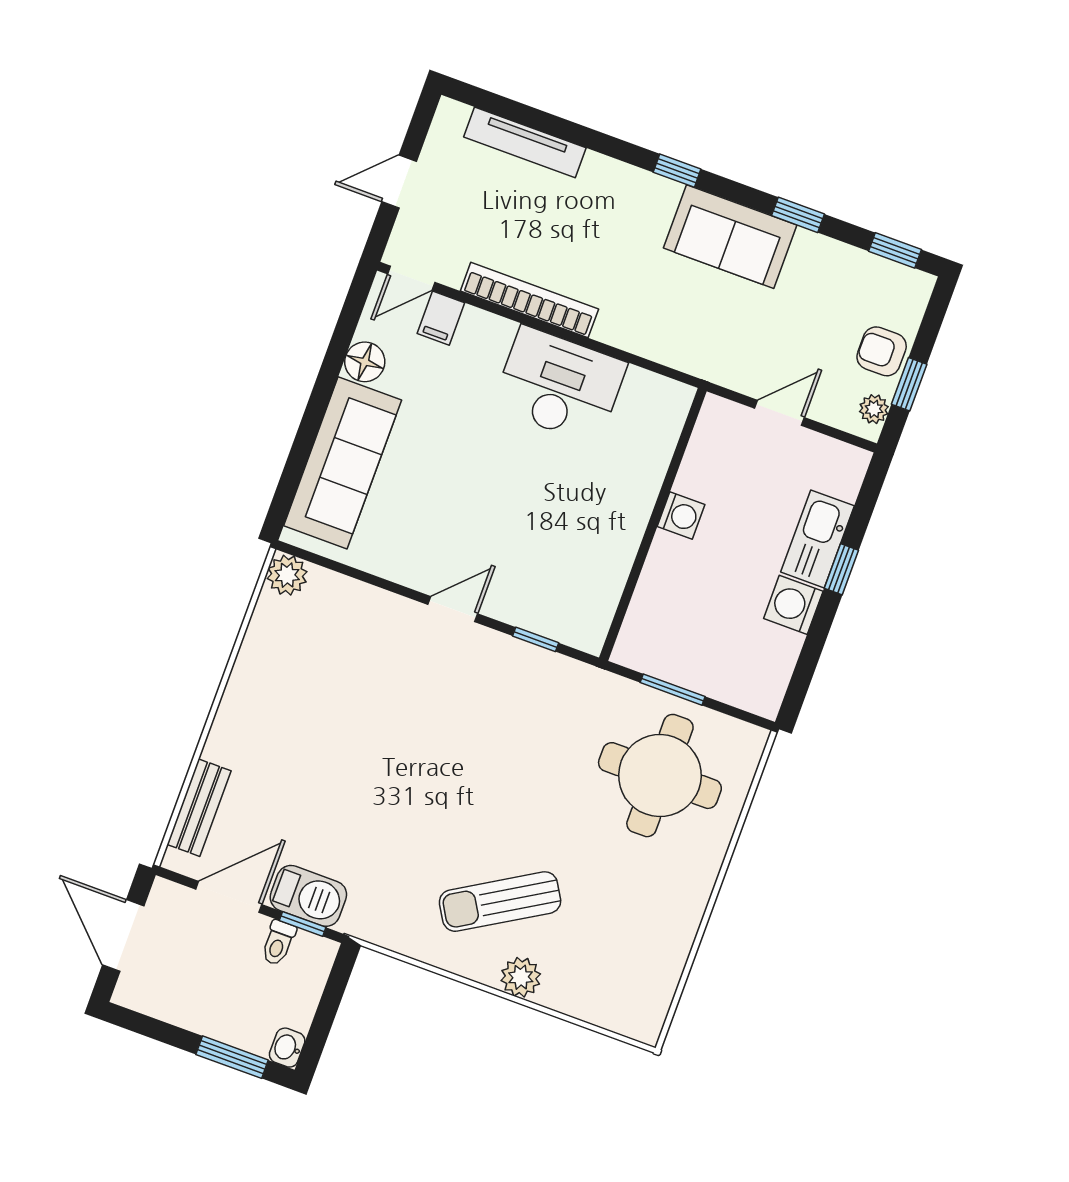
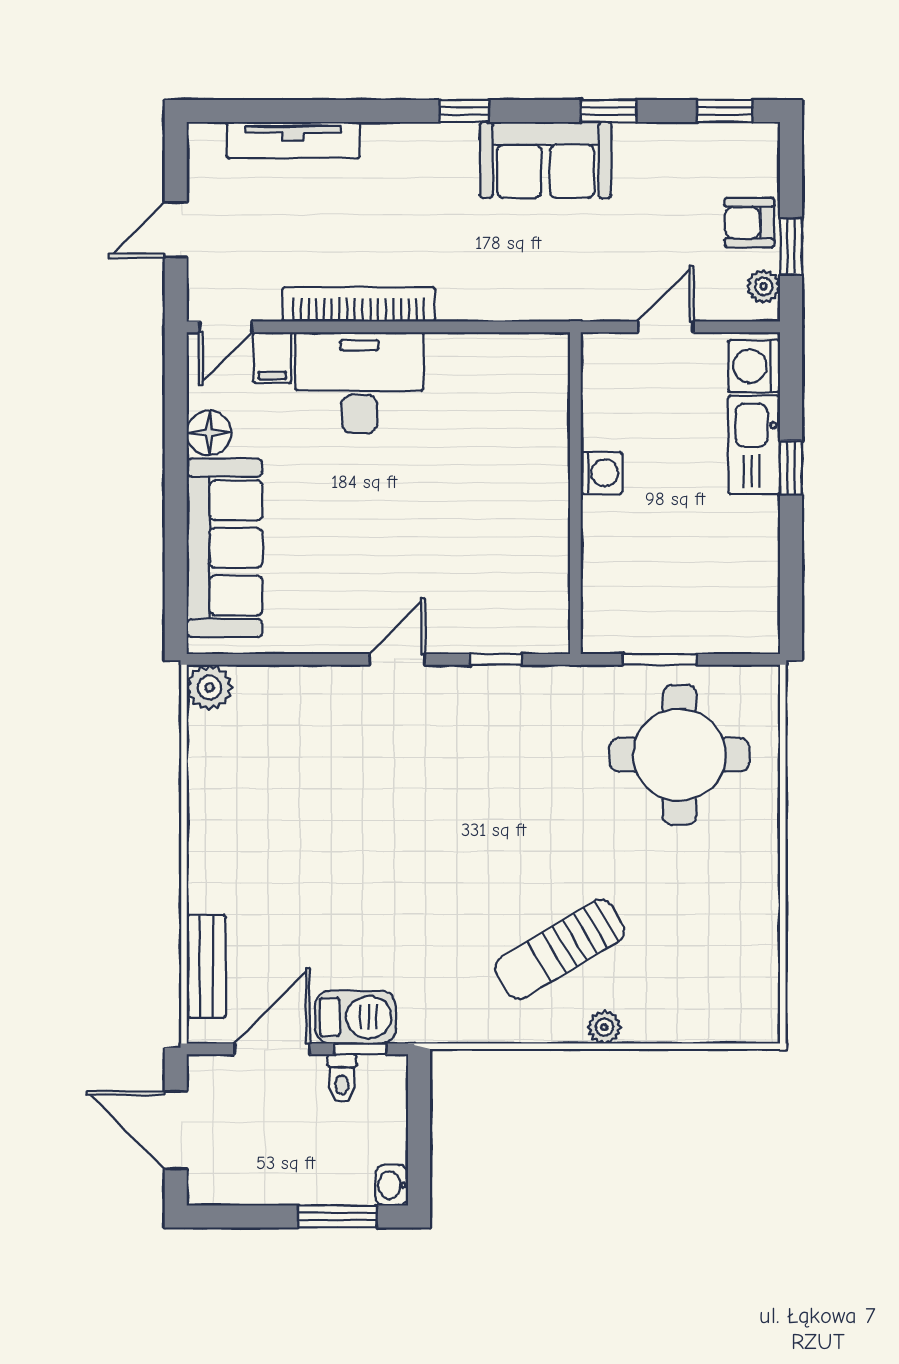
desk: (559, 385) -> (359, 383), moved
washing machine: (793, 605) -> (754, 366), moved
plant: (521, 977) -> (604, 1027), width x0.73, depth x0.73

